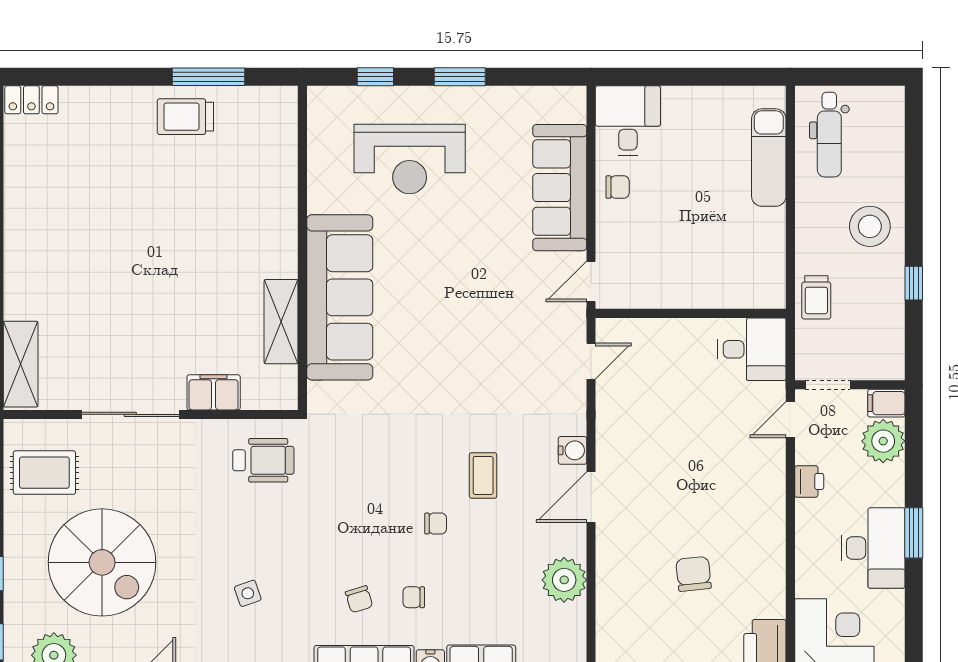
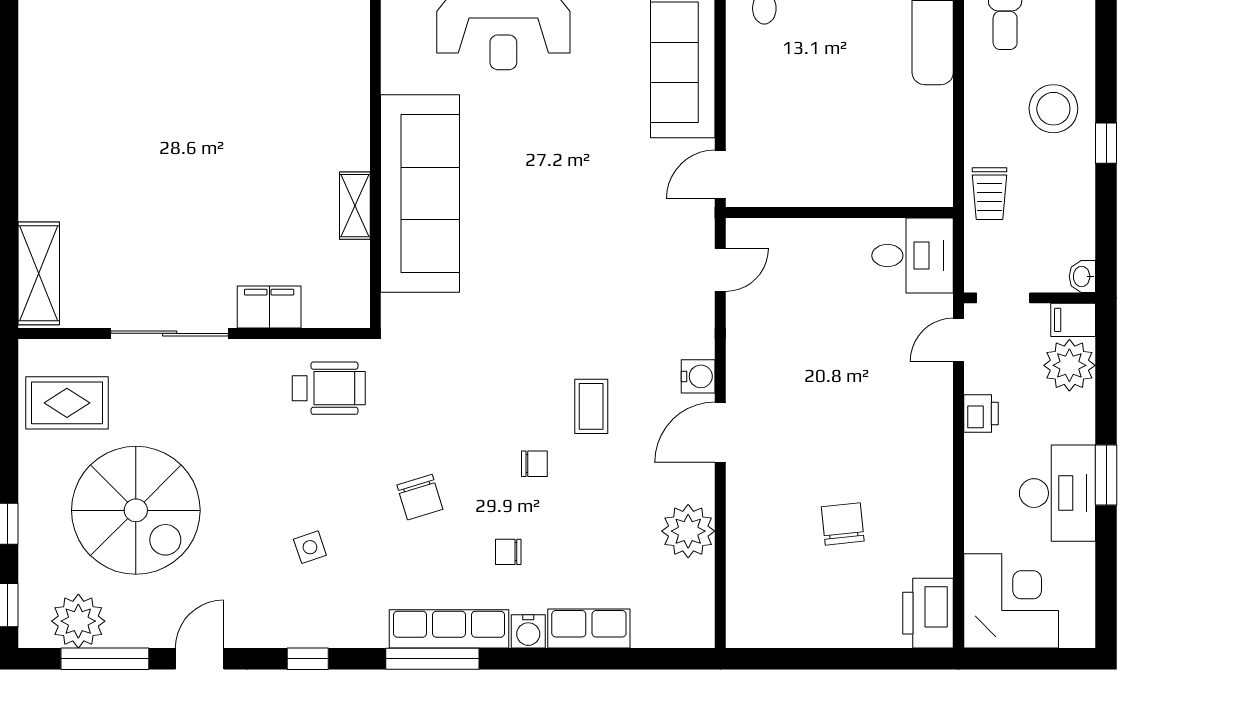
chair: (618, 187) -> (752, 62), removed
window: (914, 283) -> (1106, 143), moved
shelving: (281, 322) -> (355, 206), width x0.67, depth x0.75
washbasin: (894, 367) -> (1082, 276), added
chair: (359, 599) -> (420, 497), moved, width x1.37, depth x1.37

